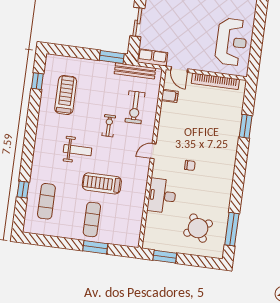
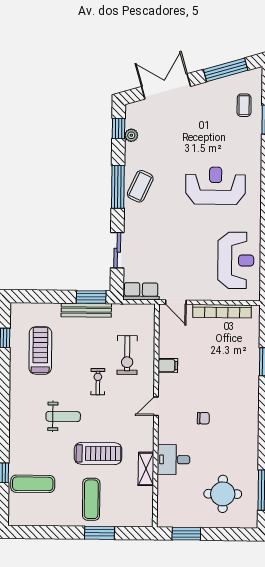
bench: (135, 71) -> (86, 310), moved
filing cabinet: (170, 96) -> (168, 366), moved
treadmill: (102, 183) -> (98, 454), turned 180
desk: (162, 196) -> (173, 460), width x0.73
shelving: (139, 200) -> (146, 469), added
exercise mat: (46, 201) -> (33, 484), turned 90
round table: (198, 228) -> (223, 494), turned 31

